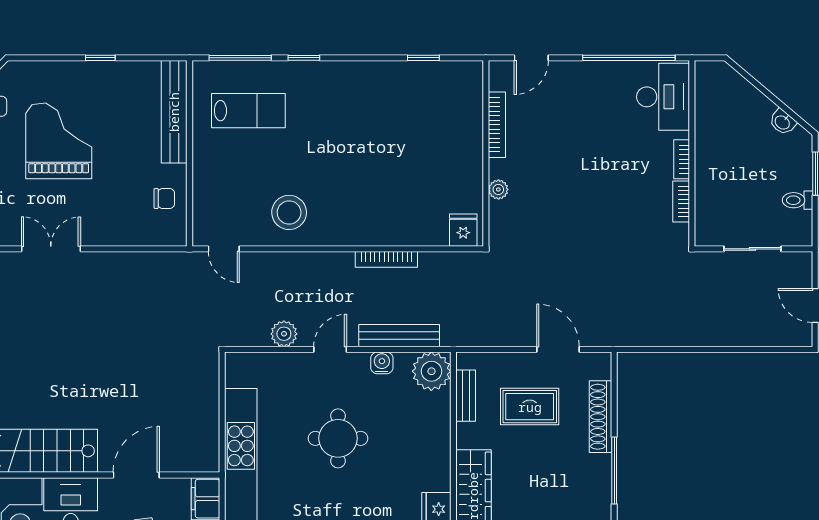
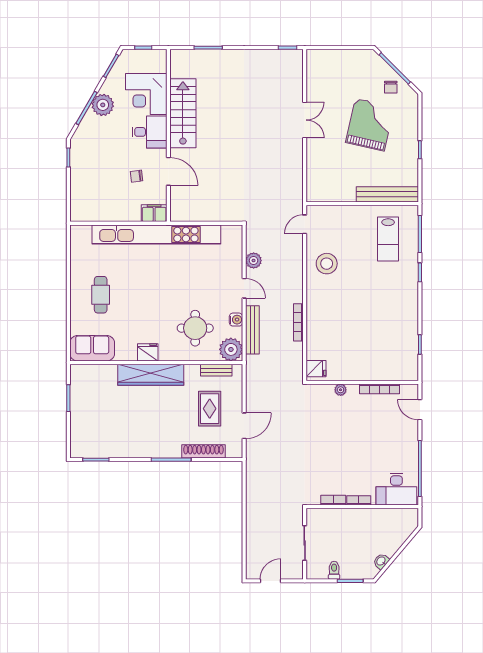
grand piano: (59, 141) -> (370, 125), turned -77
chair: (164, 198) -> (335, 188), removed
round table: (338, 438) -> (195, 328), moved

